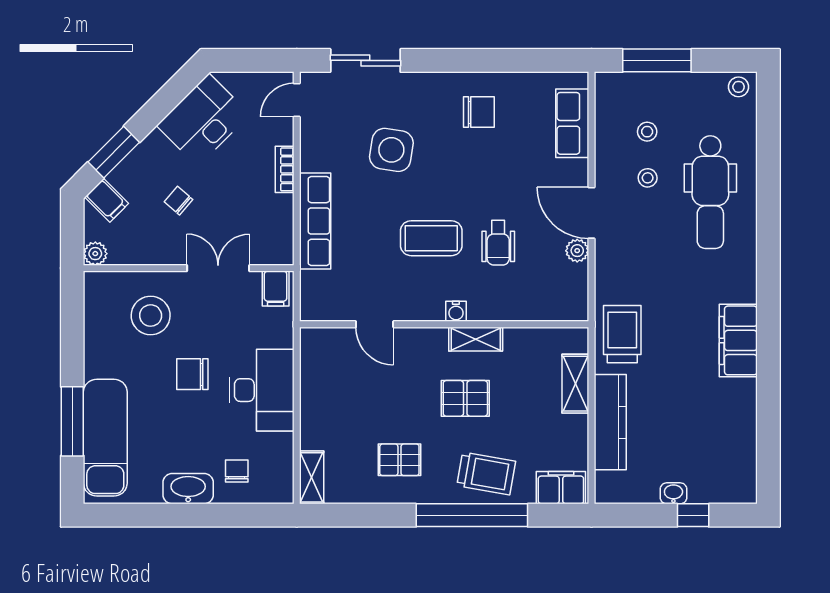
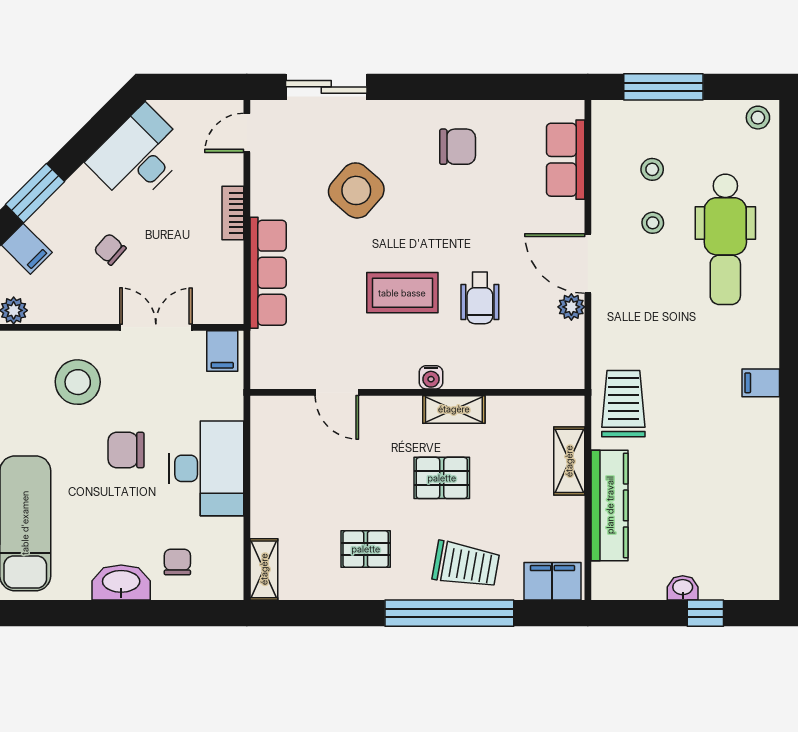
side table: (391, 150) -> (356, 190), turned 32
filing cabinet: (738, 340) -> (761, 383), width x0.33, depth x0.86

